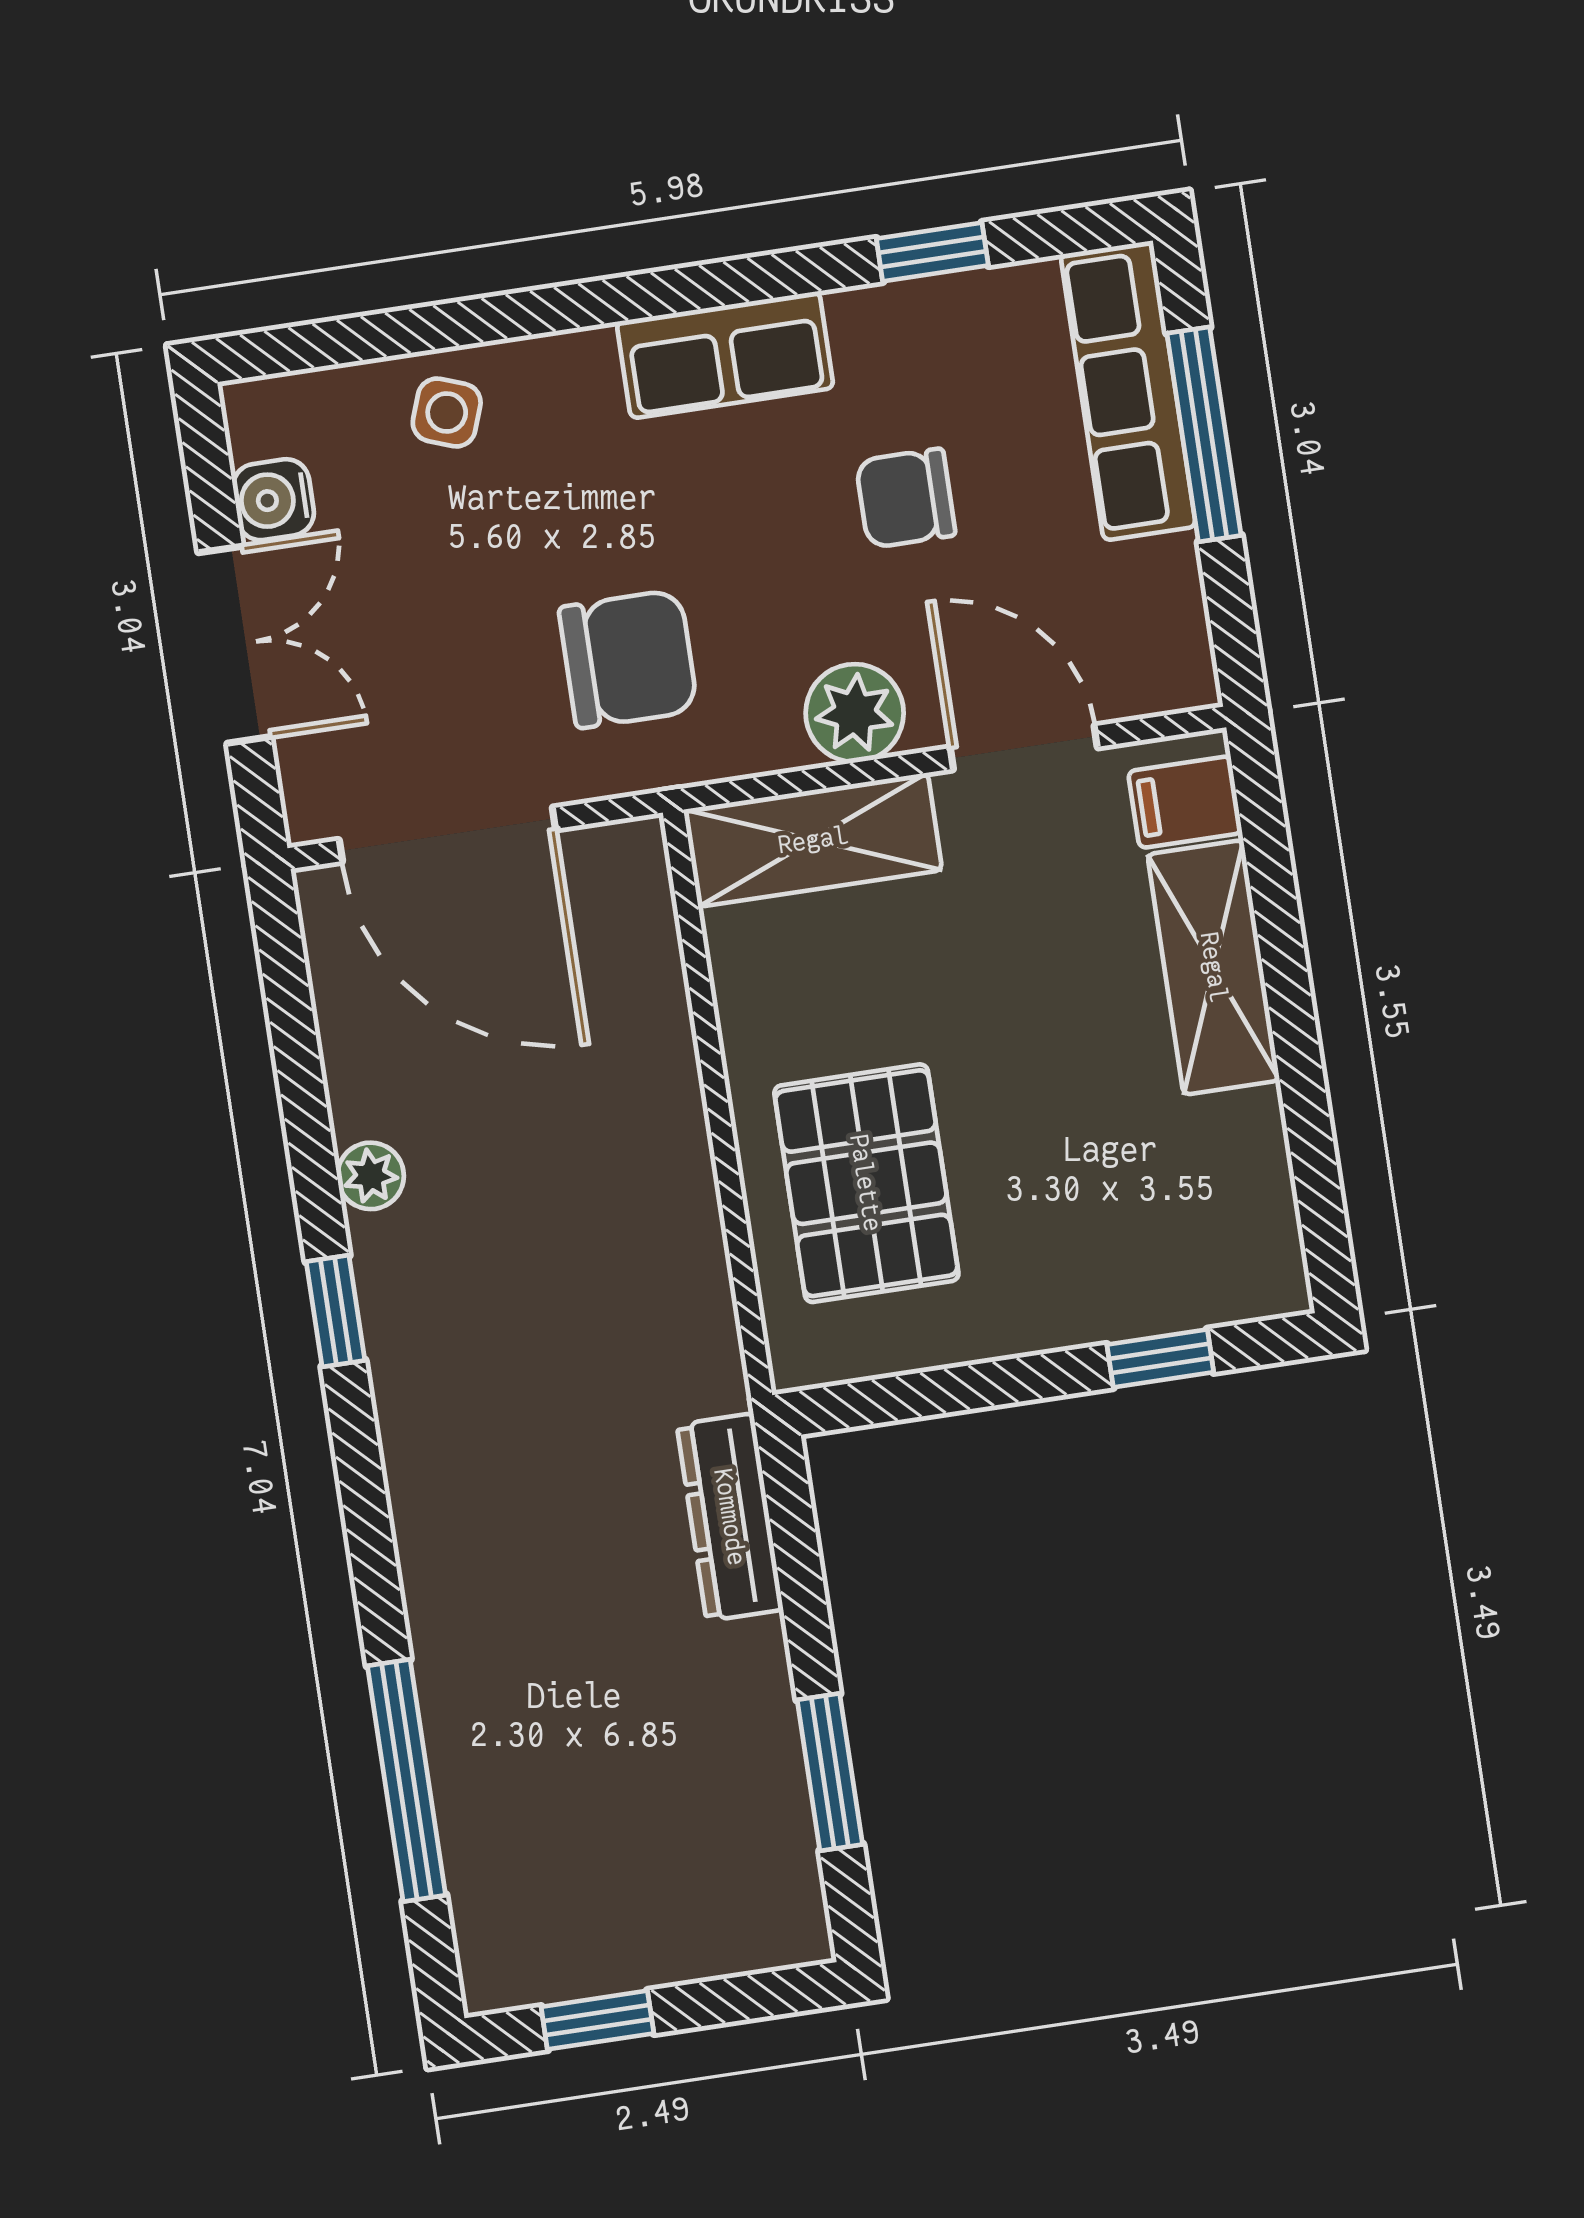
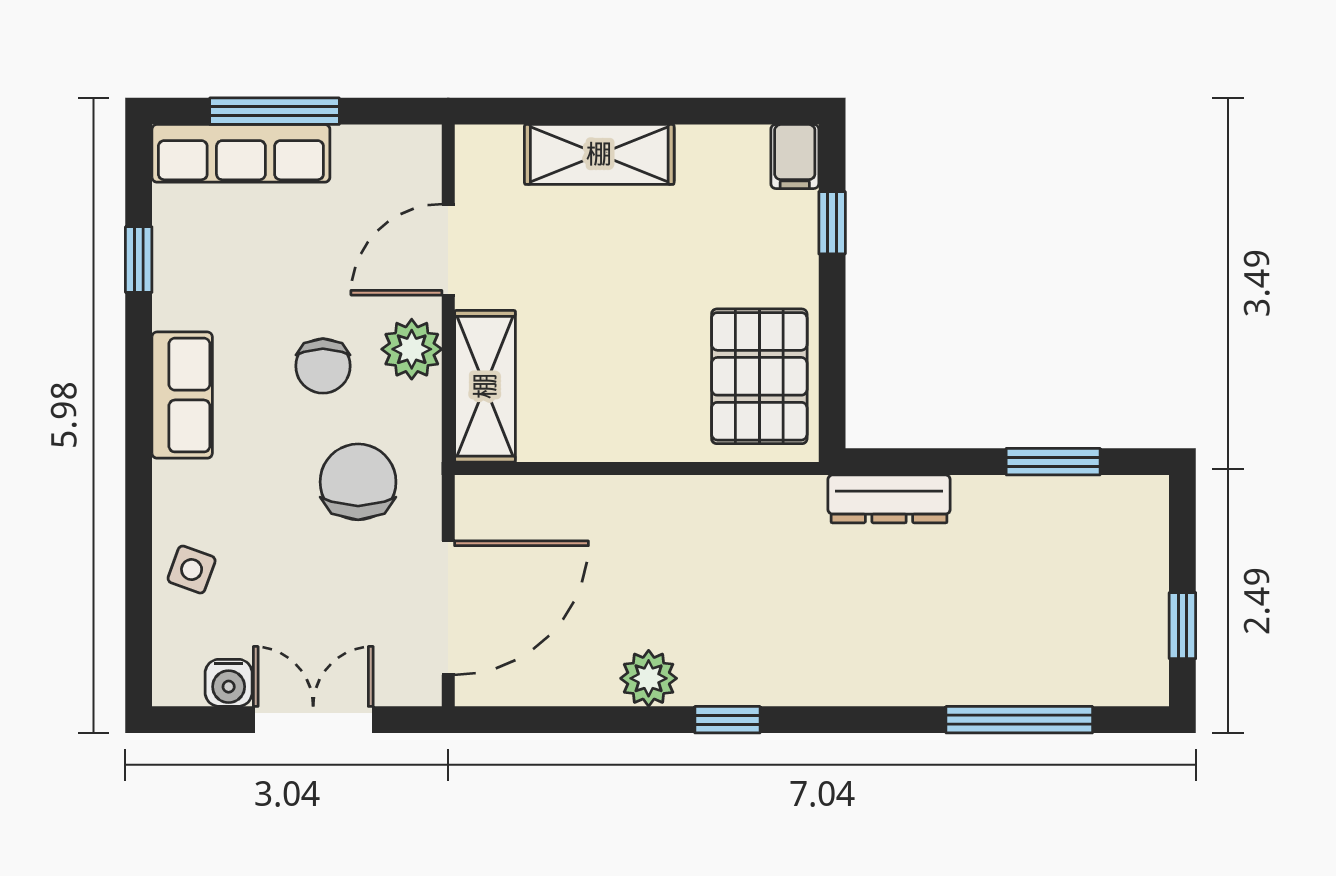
chair: (906, 498) -> (323, 366), moved
filing cabinet: (1185, 802) -> (795, 157), moved
plant: (371, 1176) -> (649, 678), width x1.38, depth x1.38
pallet: (866, 1183) -> (759, 376), moved, turned 90

